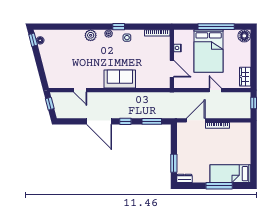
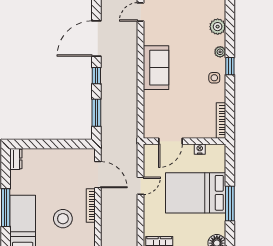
window: (216, 27) -> (230, 203), width x0.68
door: (215, 90) -> (140, 186), moved
stool: (227, 145) -> (63, 219), added
window: (174, 163) -> (37, 144), removed

